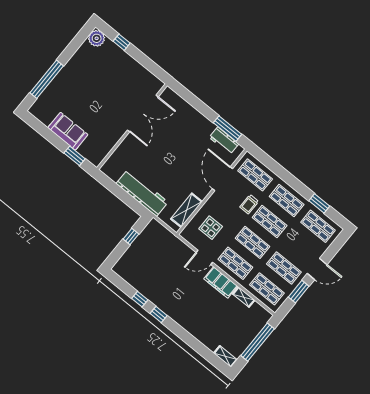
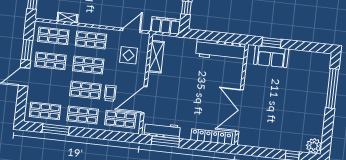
locker: (183, 106) -> (212, 137), added
sofa: (68, 131) -> (271, 57), moved
workbench: (224, 141) -> (162, 130), width x1.38
door: (222, 179) -> (144, 100), swing flipped
workbench: (142, 193) -> (221, 50), moved
window: (319, 203) -> (56, 129), width x1.44
door: (204, 257) -> (131, 30), moved
filing cabinet: (221, 282) -> (166, 26), moved

